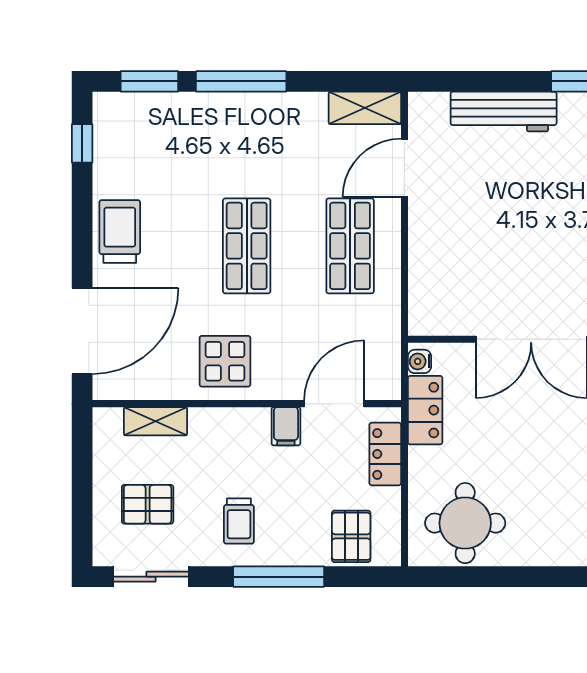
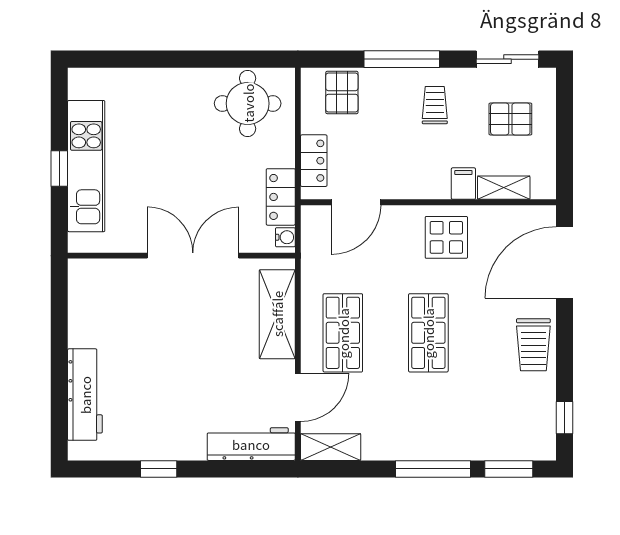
workbench: (504, 111) -> (251, 444), moved
shelving: (429, 268) -> (277, 314), added
filing cabinet: (286, 426) -> (463, 184), moved

